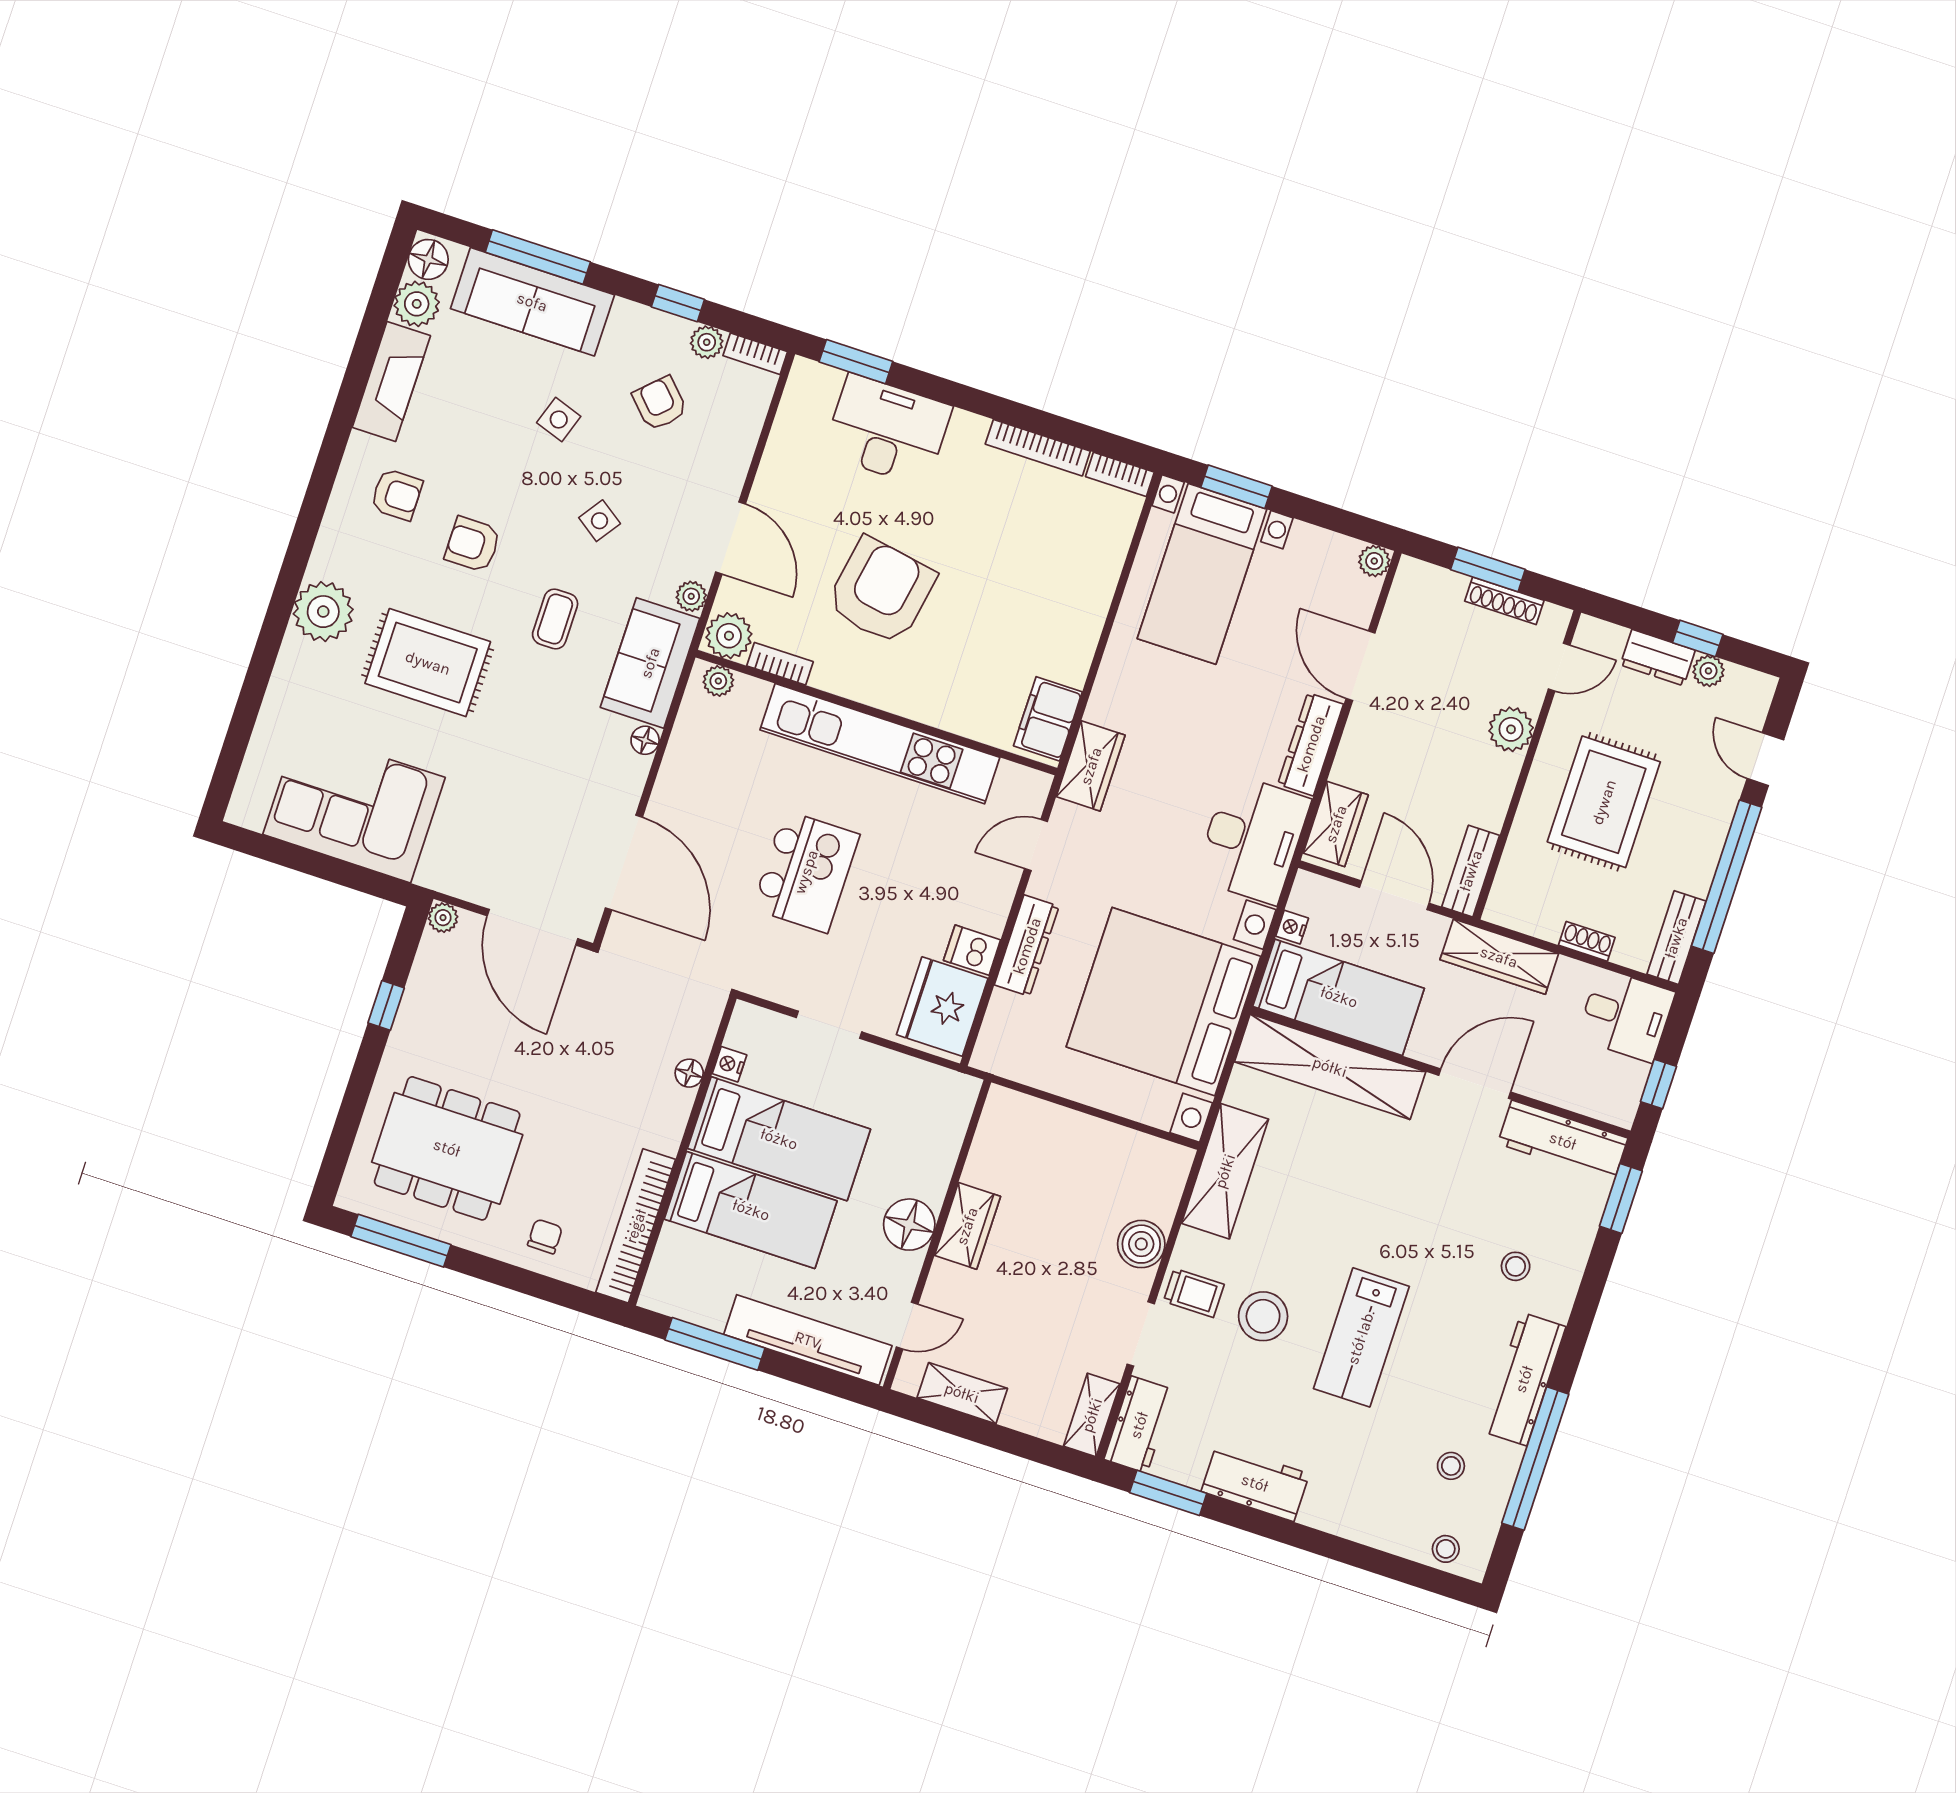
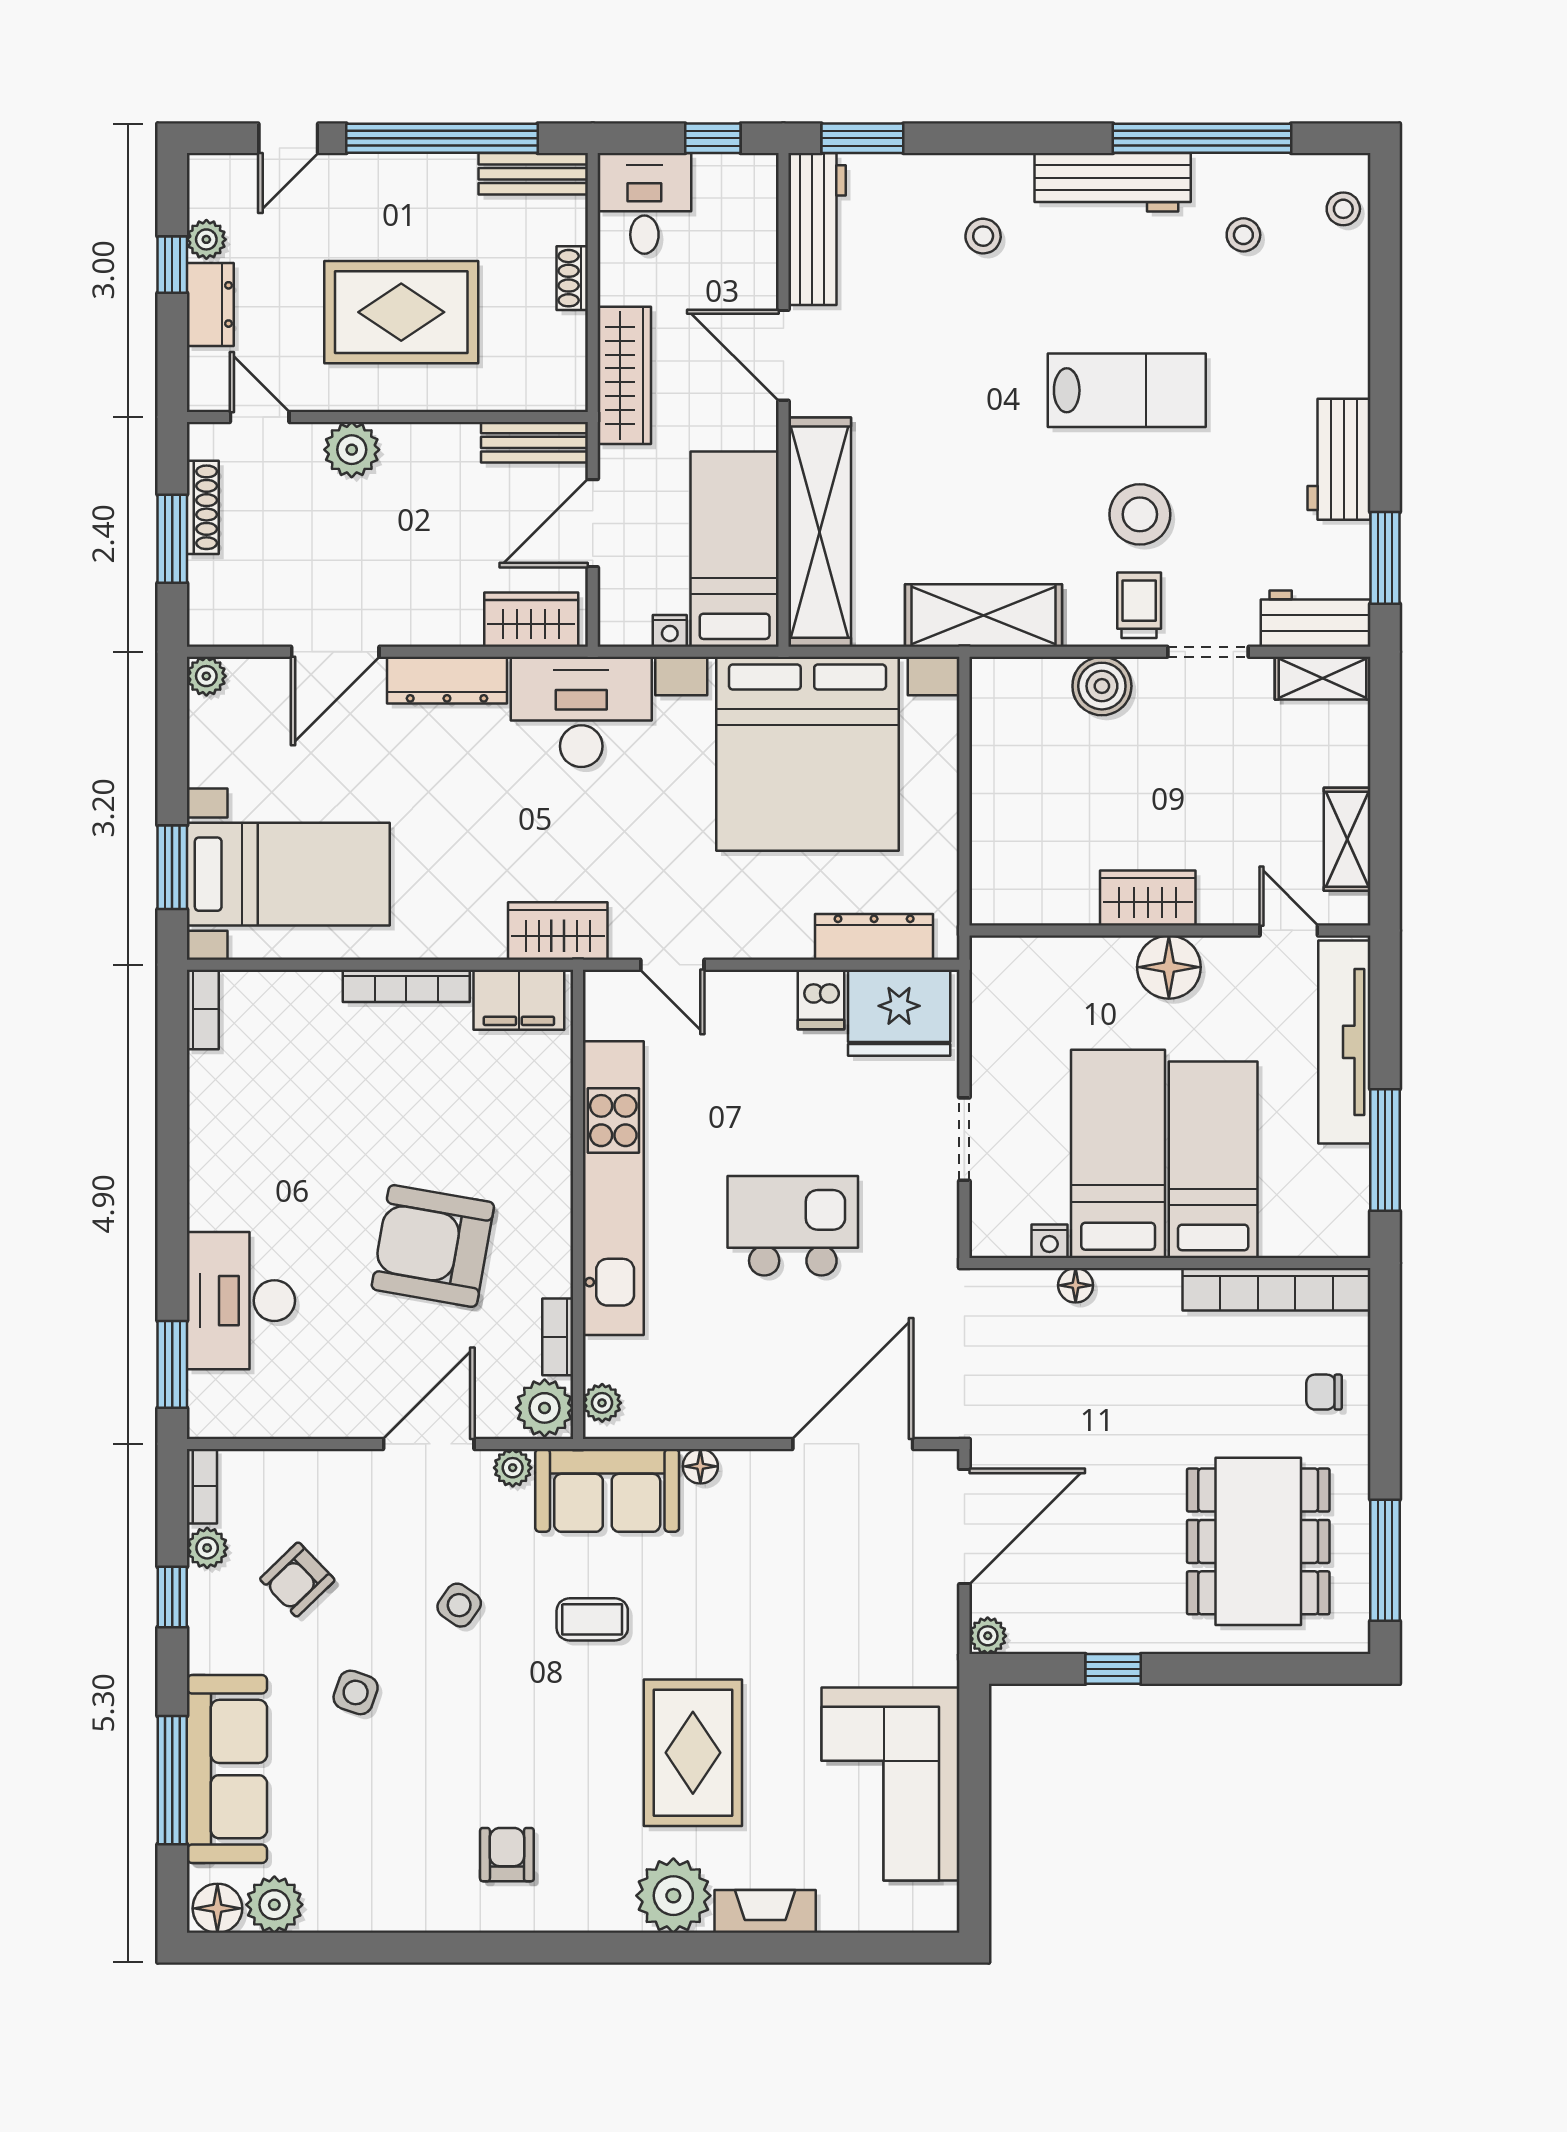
fireplace: (391, 381) -> (765, 1911), moved, width x0.73, depth x0.76
bookcase: (1038, 448) -> (406, 986), moved, turned 90
armchair: (473, 544) -> (536, 1746), removed
dresser: (1027, 946) -> (874, 937), moved

